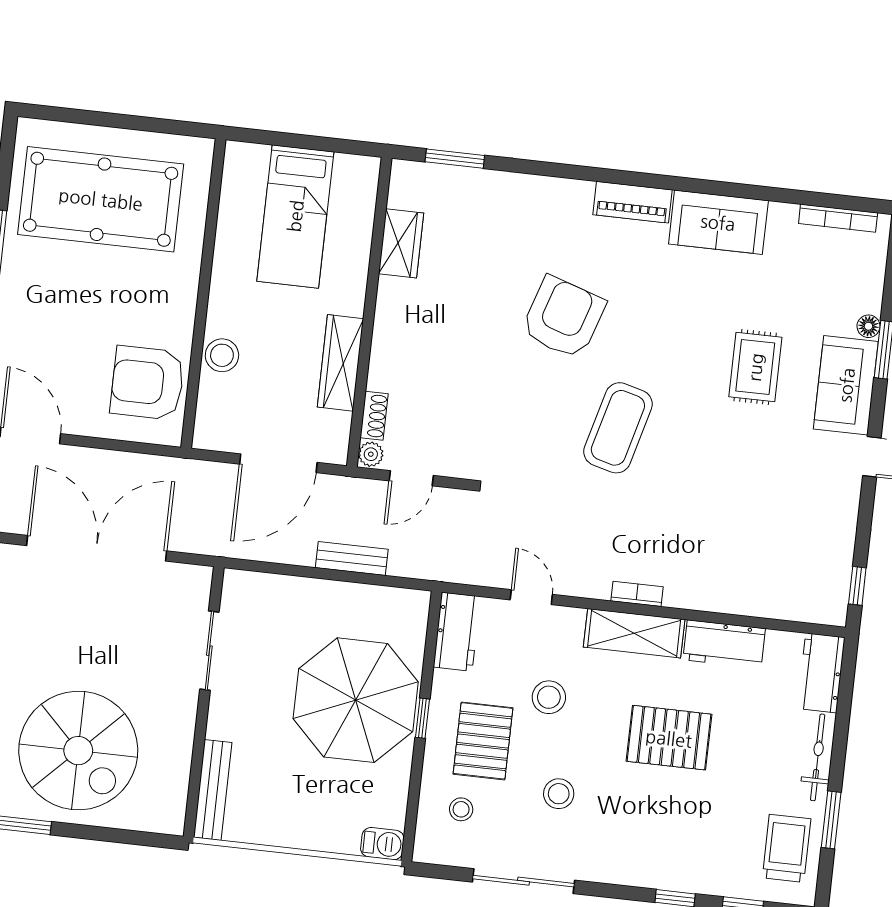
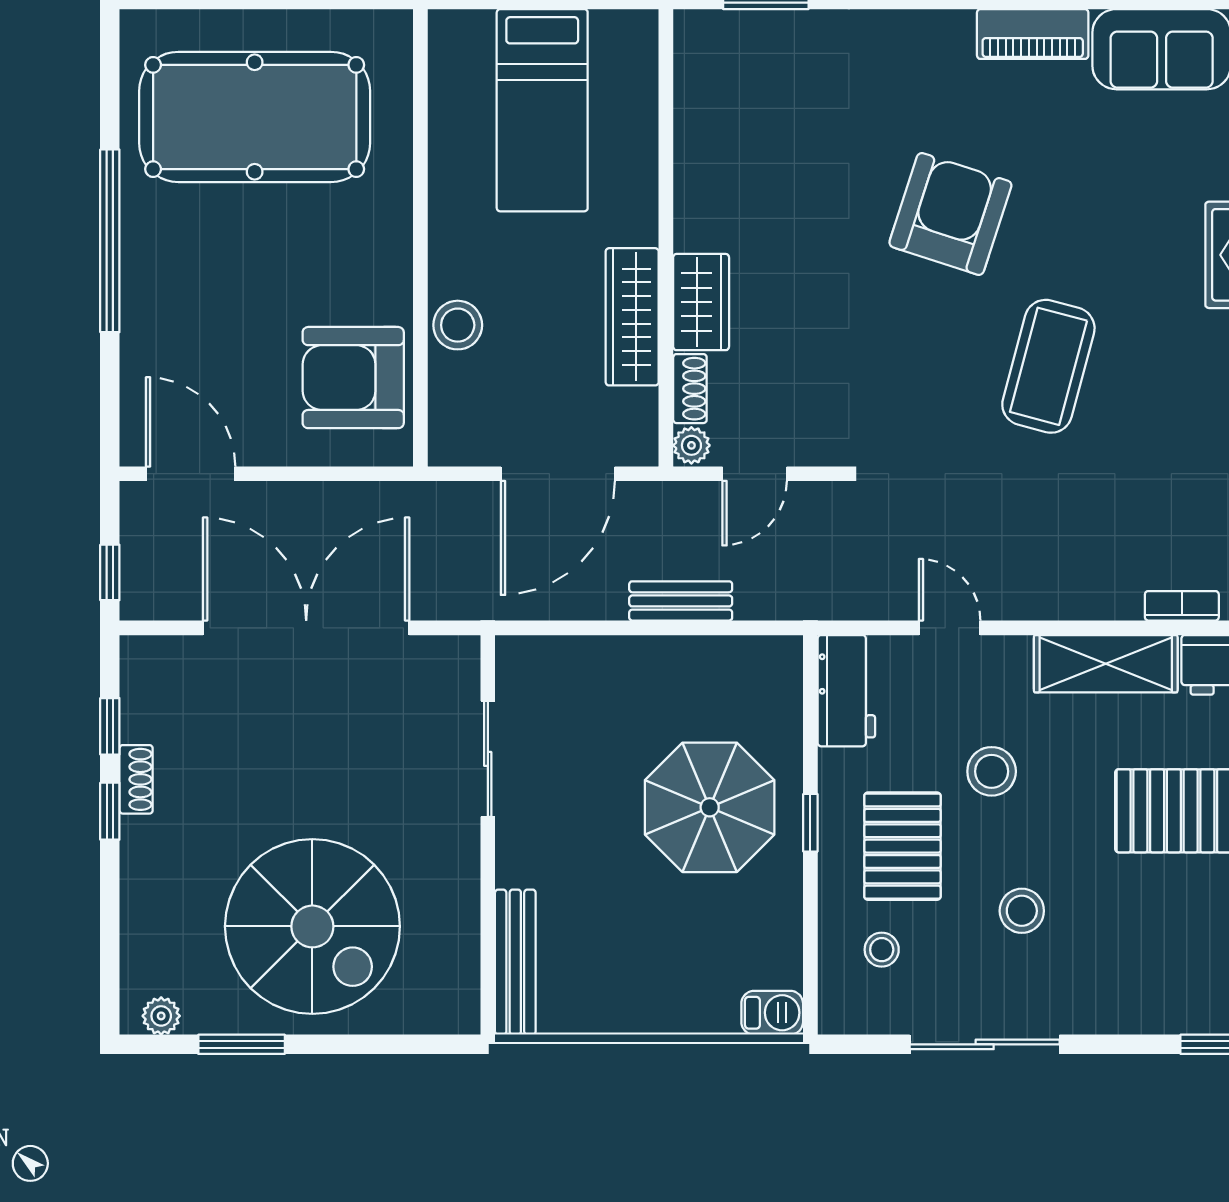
wardrobe: (401, 243) -> (701, 302), moved
bookcase: (637, 594) -> (1182, 606), moved
parasol: (356, 700) -> (710, 807), width x0.73, depth x0.73

